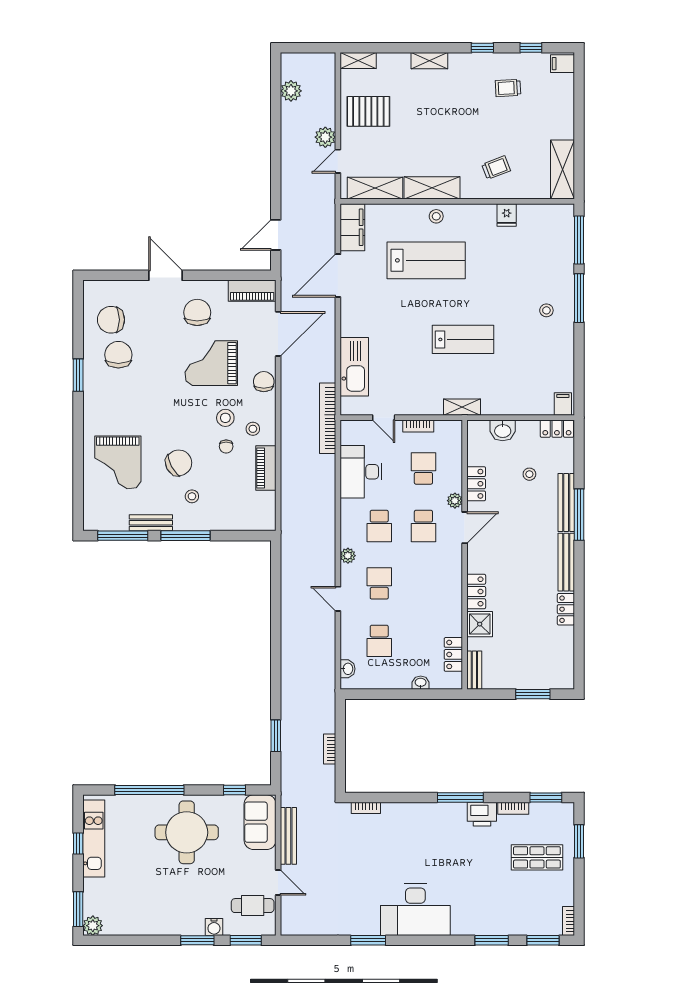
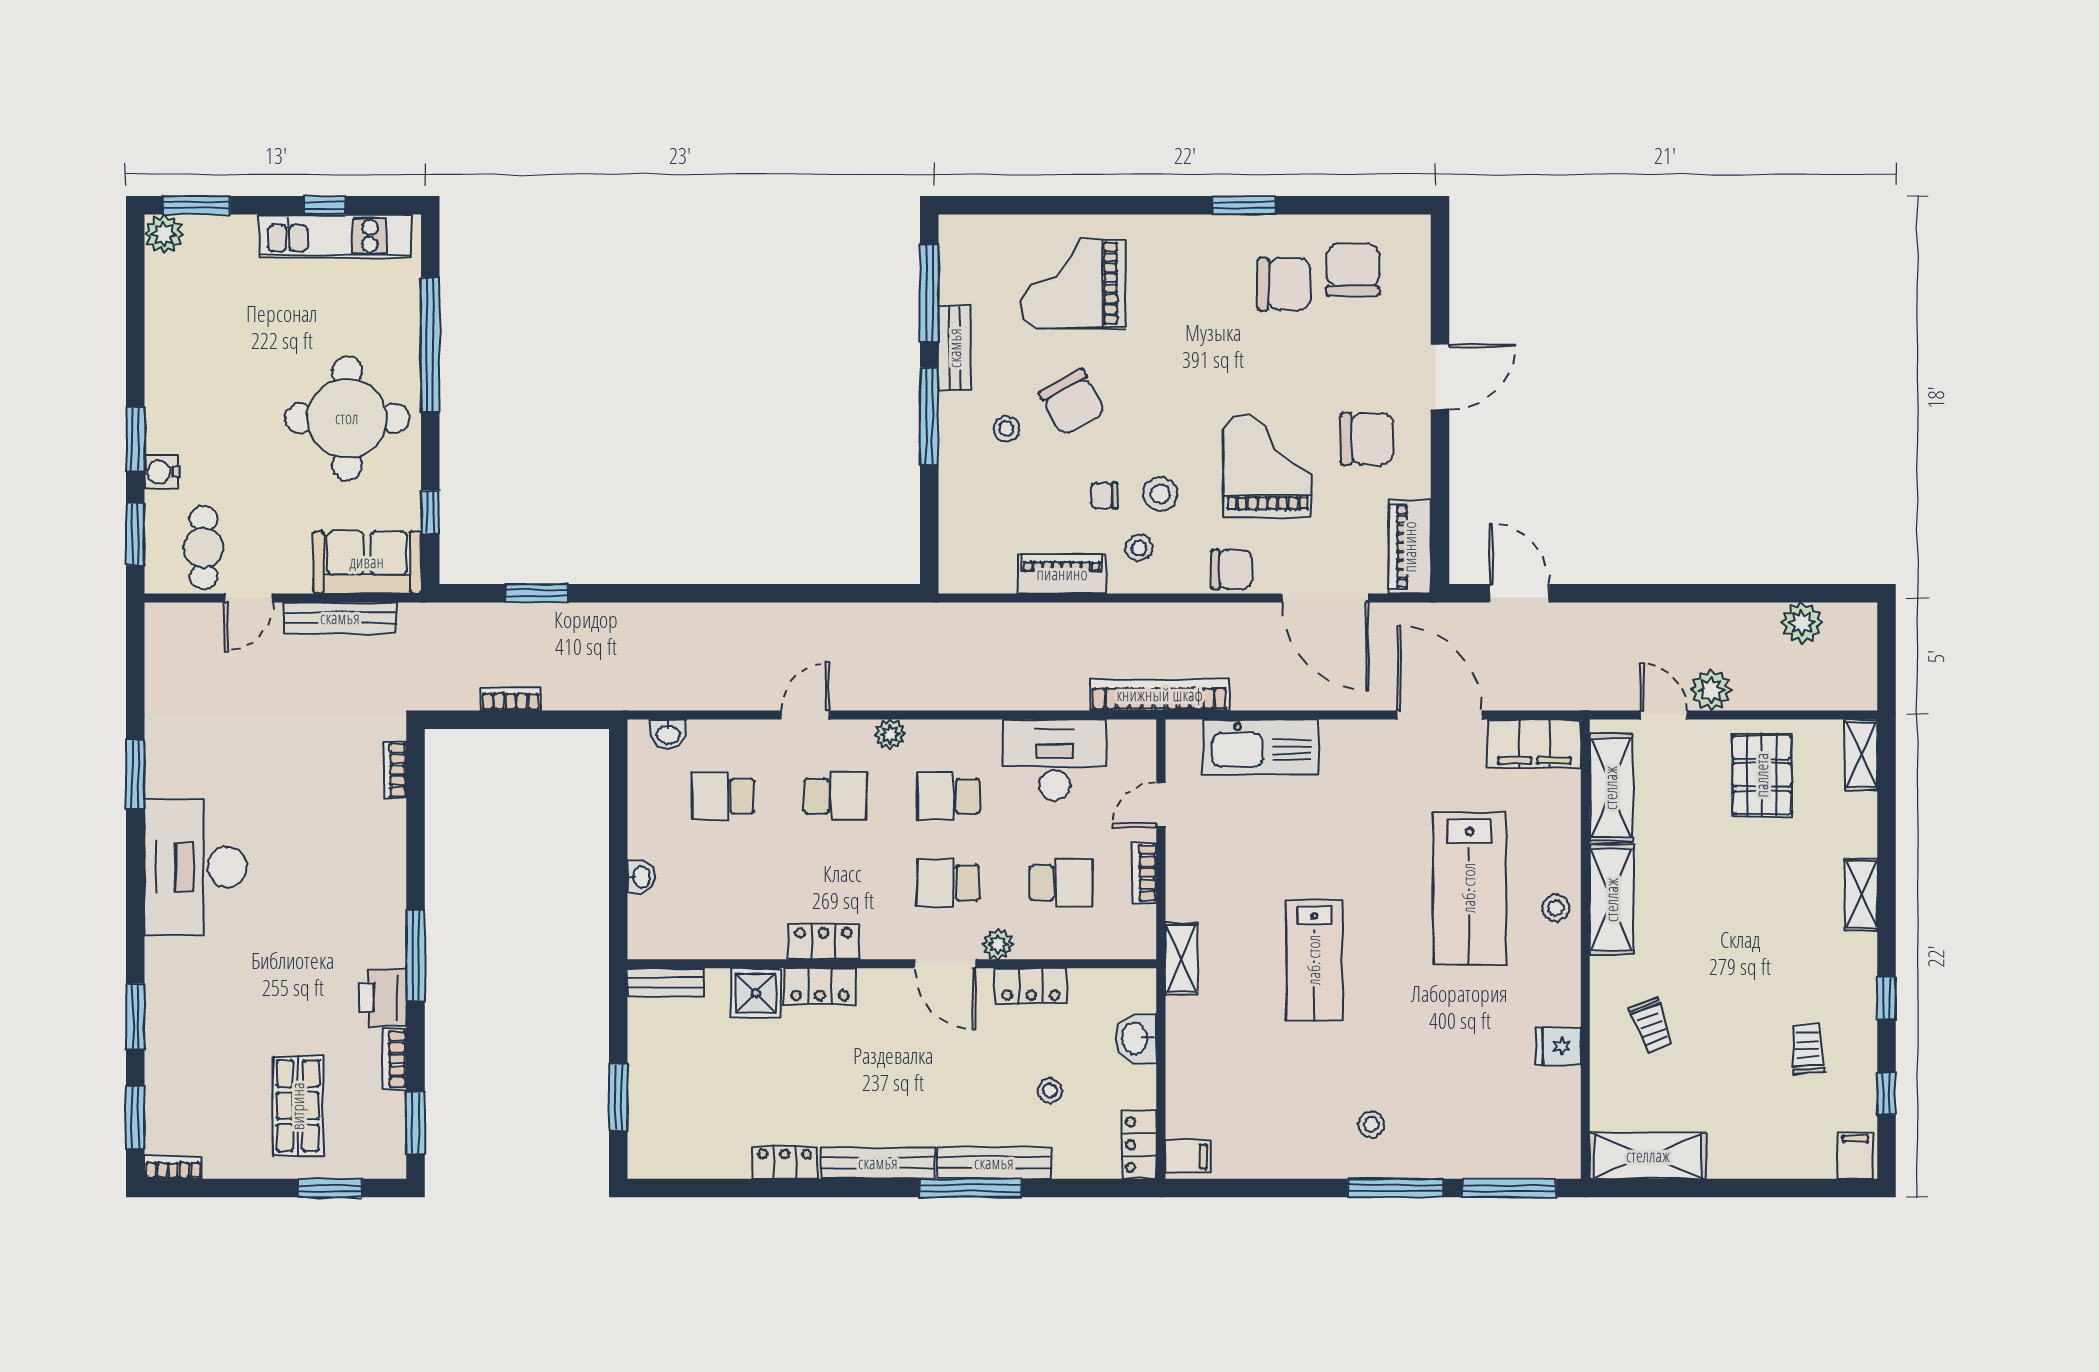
locker: (453, 654) -> (824, 942), moved

